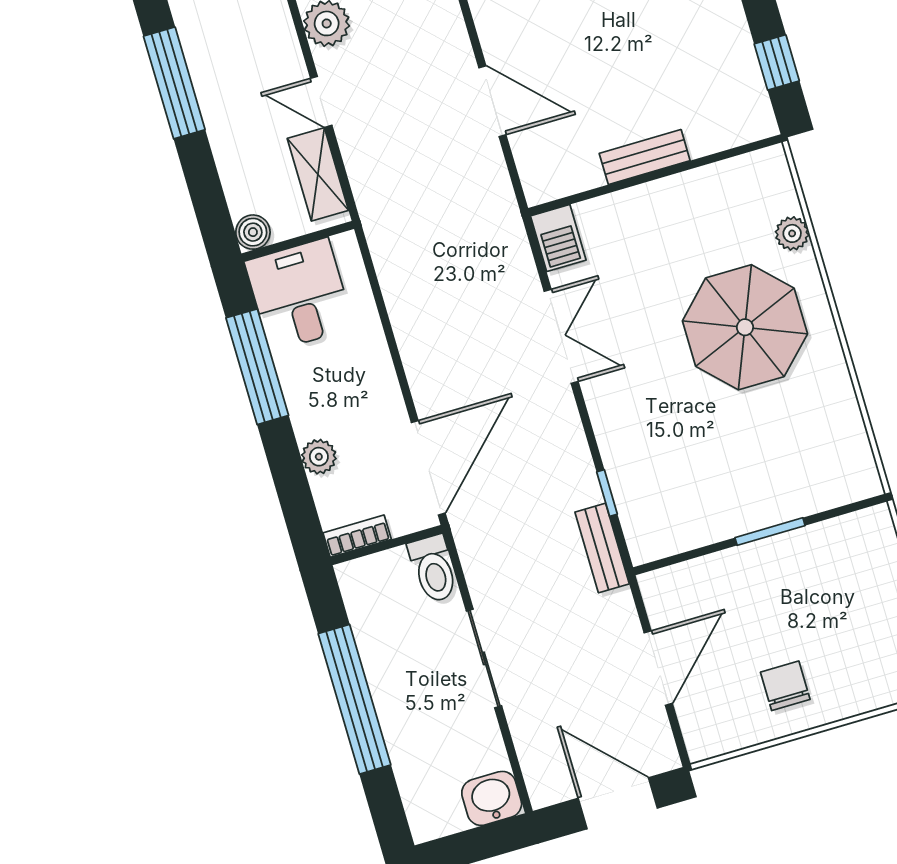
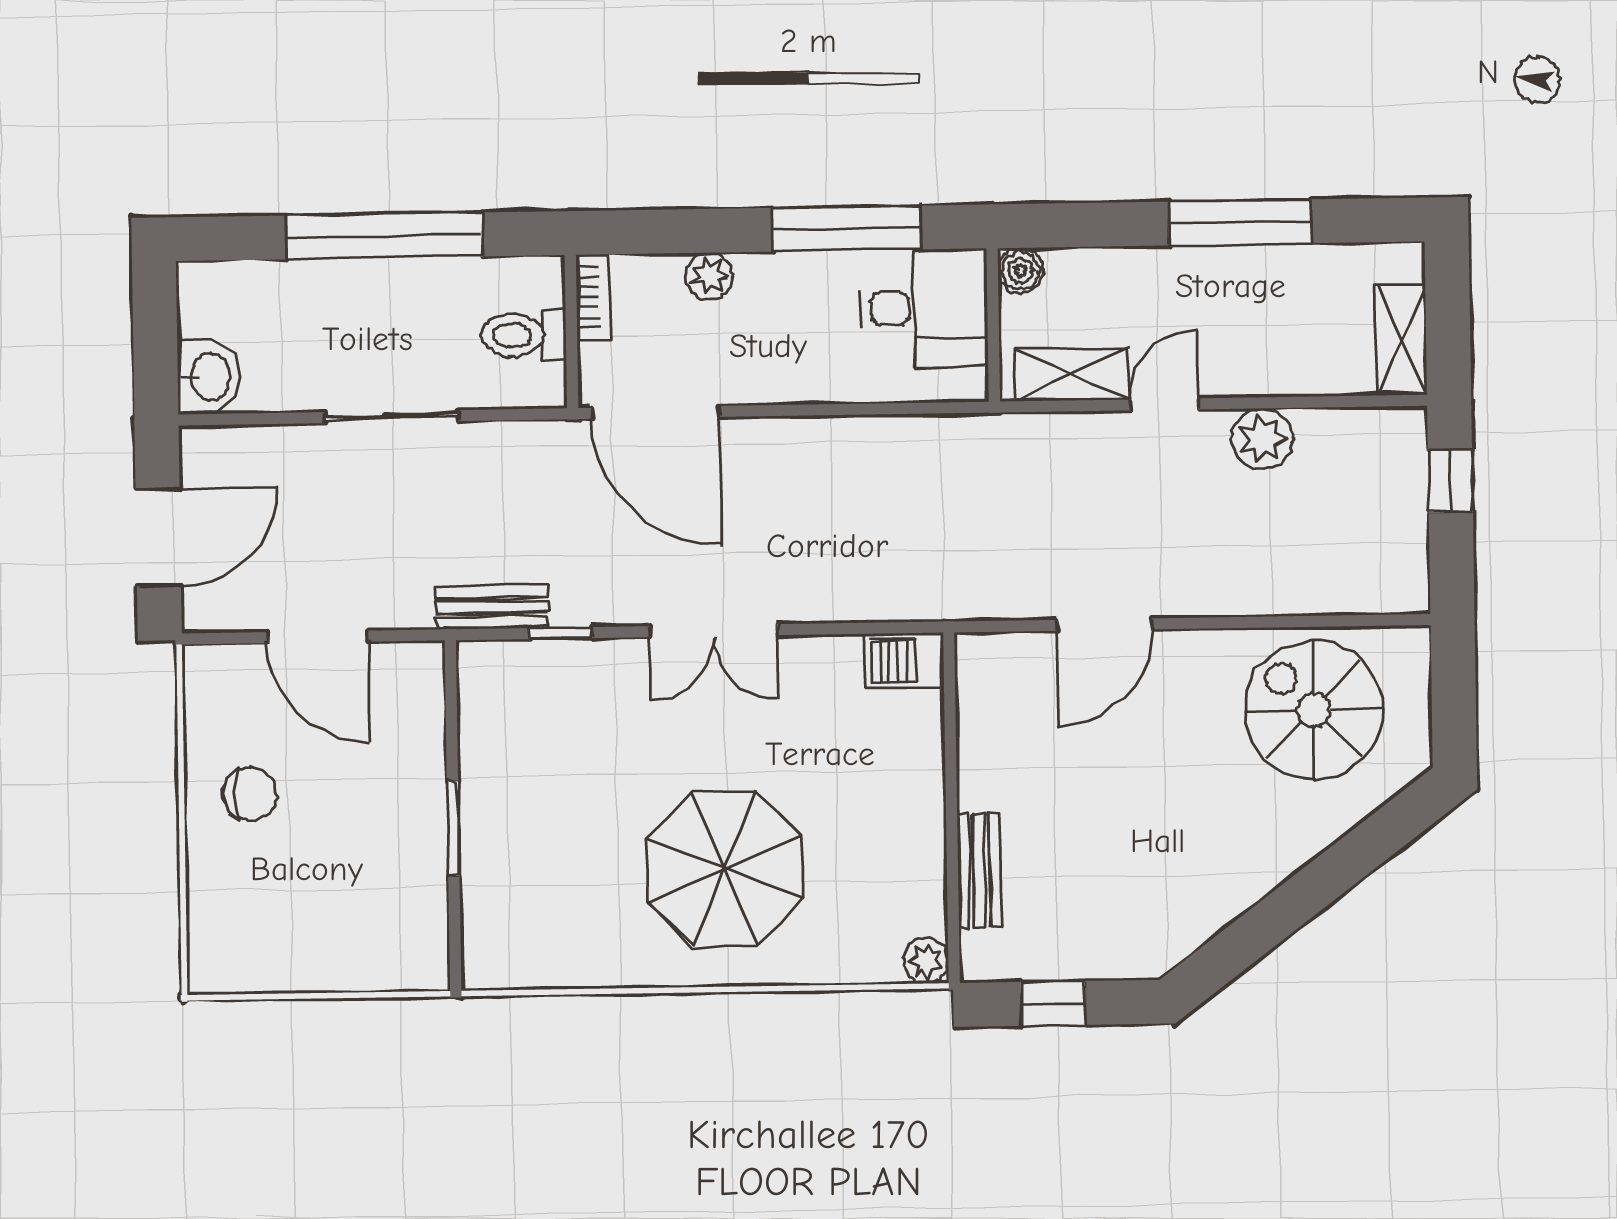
bench: (645, 157) -> (980, 870), moved
plant: (792, 233) -> (926, 961), moved
double door: (561, 336) -> (713, 631), moved
toilet: (433, 569) -> (524, 335), moved

